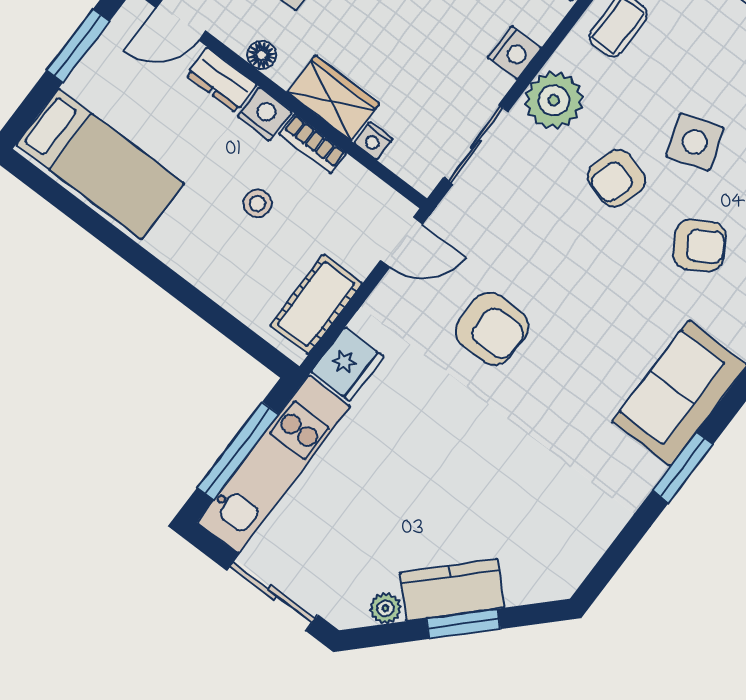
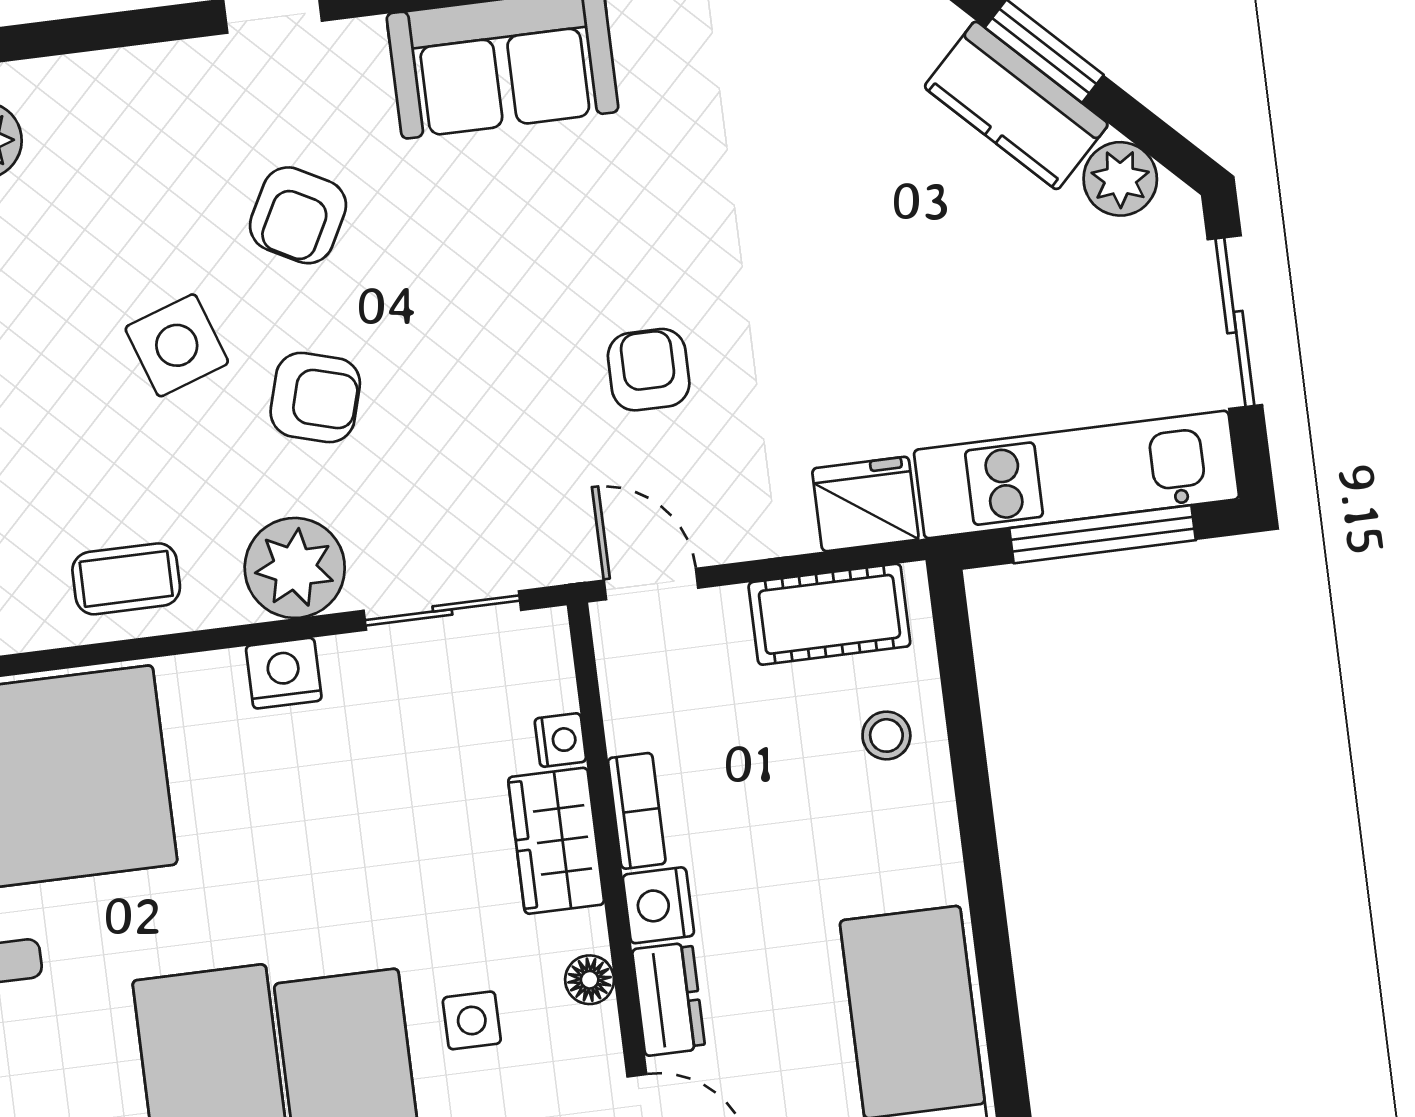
stool: (257, 203) -> (886, 735), moved
armchair: (699, 246) -> (298, 215), turned -121
armchair: (492, 329) -> (649, 370), width x0.72, depth x0.72
plant: (385, 608) -> (1120, 179), width x1.38, depth x1.38

